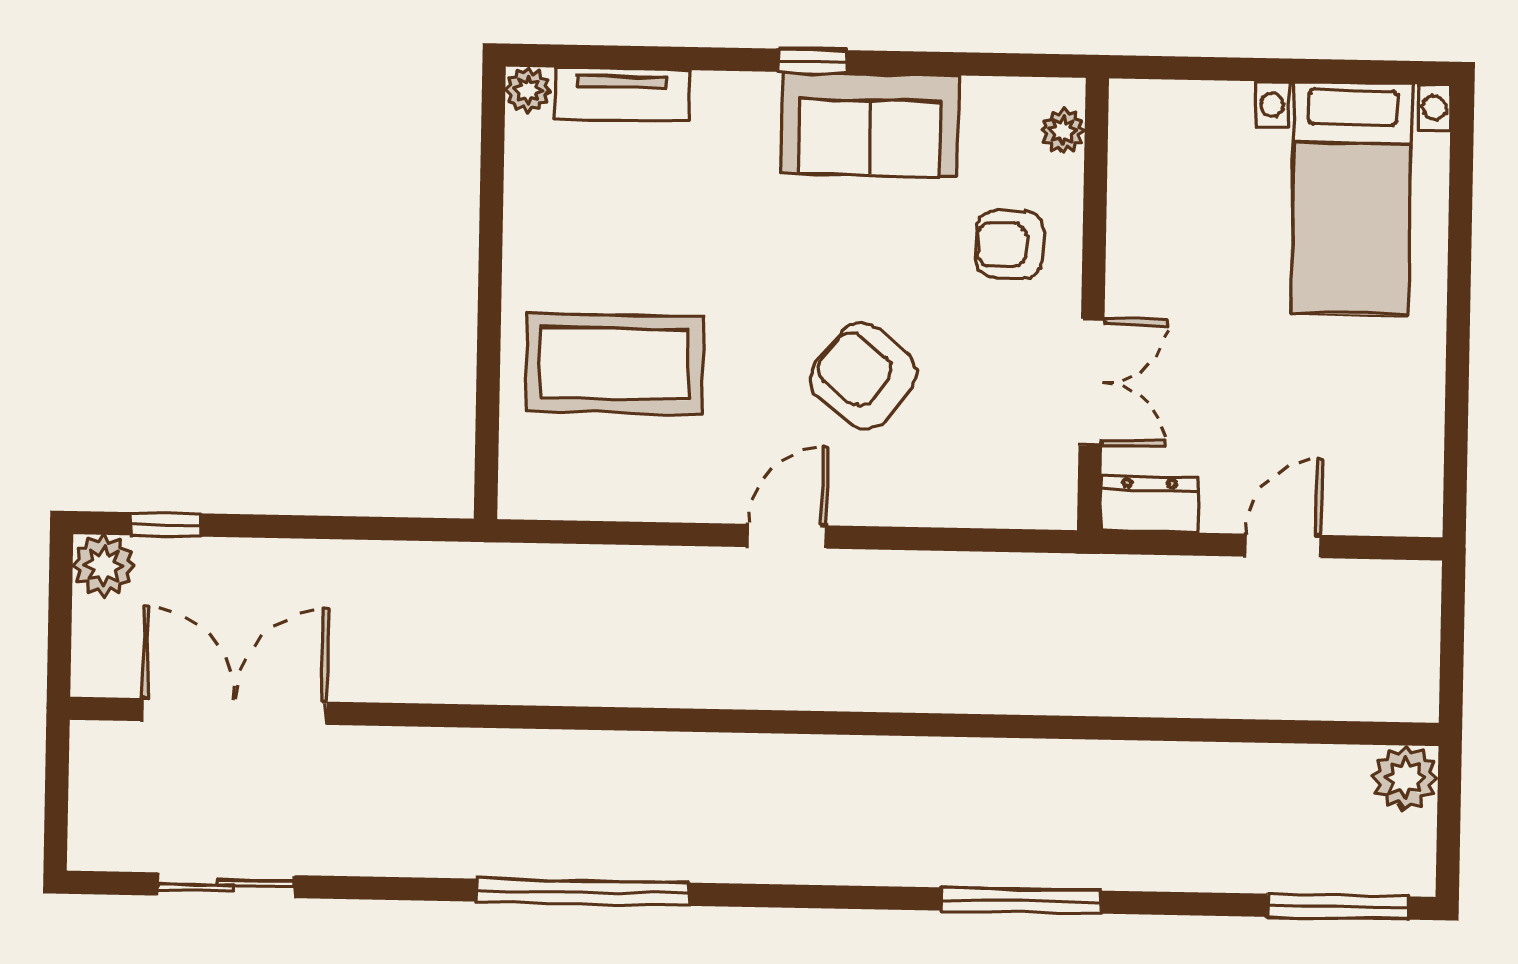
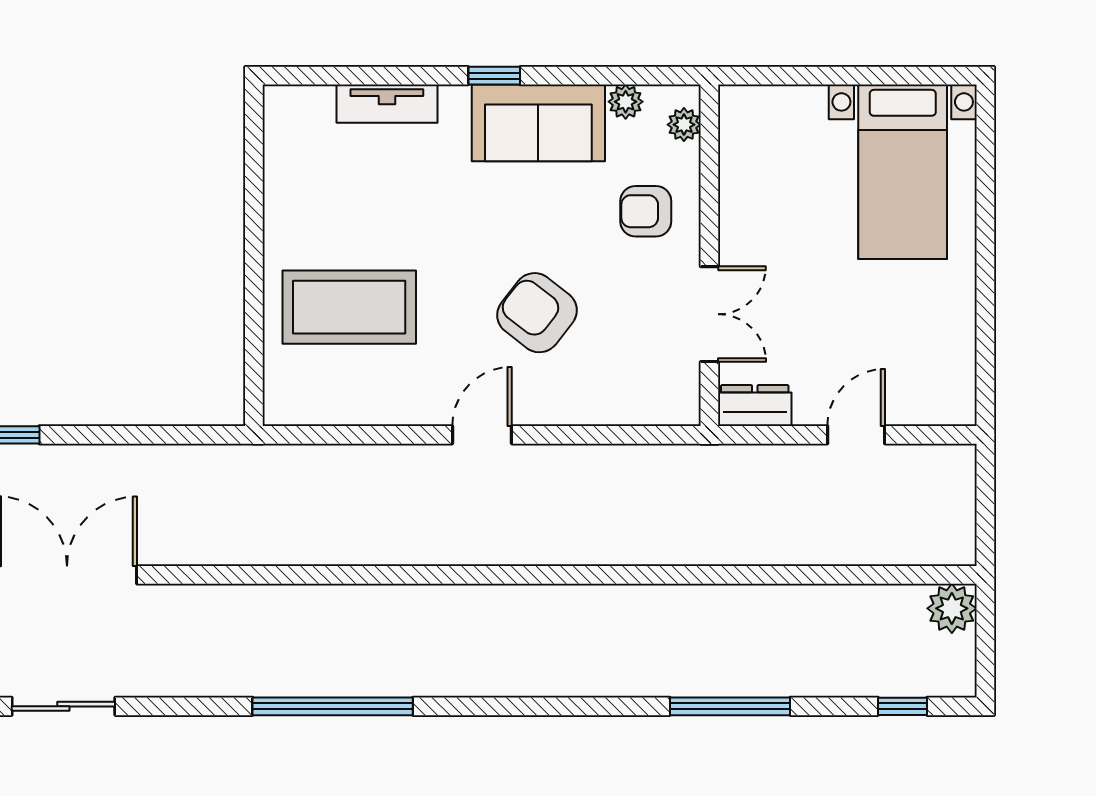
plant: (528, 90) -> (626, 102), moved
tv unit: (622, 94) -> (387, 104), moved
window: (1021, 901) -> (730, 706), moved
window: (1337, 907) -> (902, 706), width x0.46

